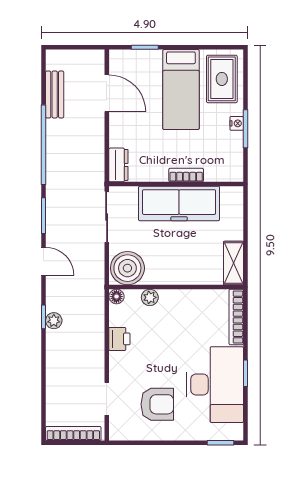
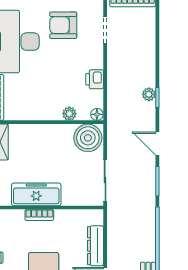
dresser: (118, 165) -> (95, 246), moved, width x1.44
freezer: (179, 203) -> (36, 194), width x0.73, depth x0.79

